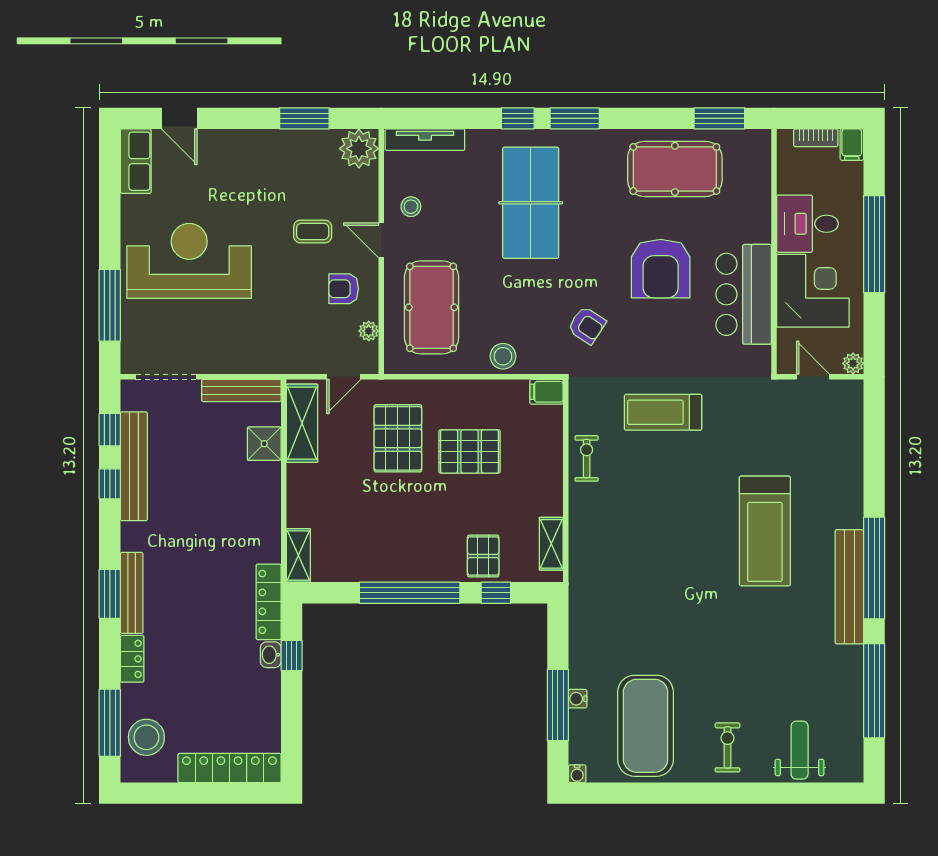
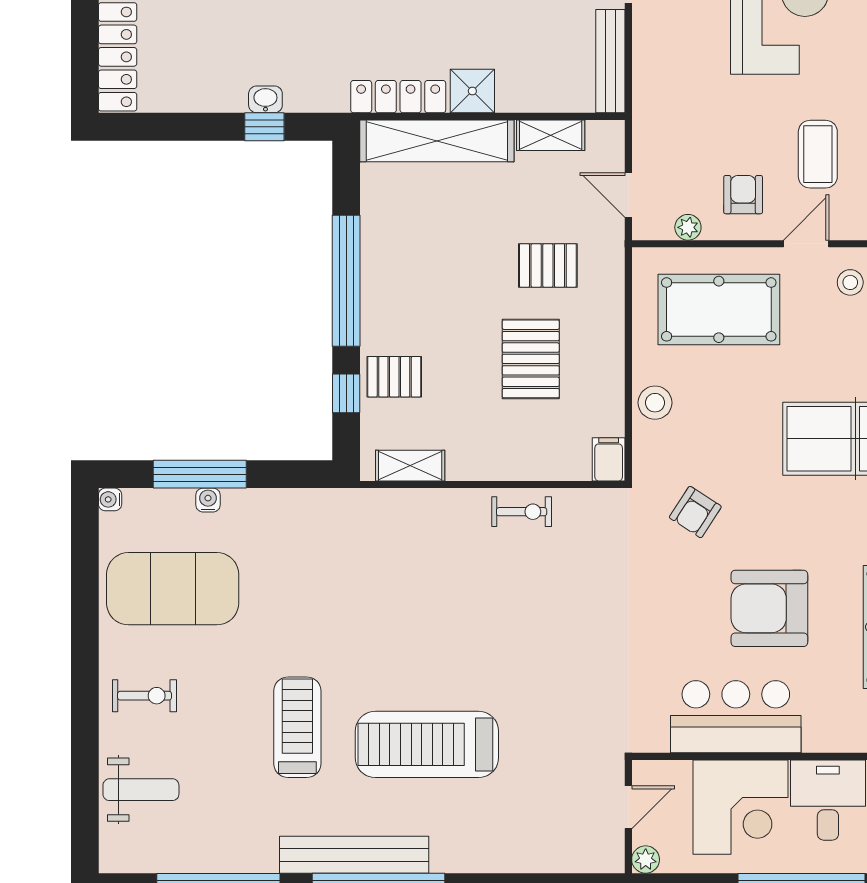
coffee table: (313, 231) -> (818, 154), width x1.36, depth x1.30
treadmill: (663, 412) -> (297, 727), moved
shelving: (302, 423) -> (551, 135), width x0.67, depth x0.75
pallet: (398, 438) -> (548, 265), width x0.67, depth x0.71
shower: (264, 444) -> (472, 91), moved
shelving: (298, 555) -> (437, 141), width x2.20, depth x1.33
locker: (269, 602) -> (398, 97), moved

